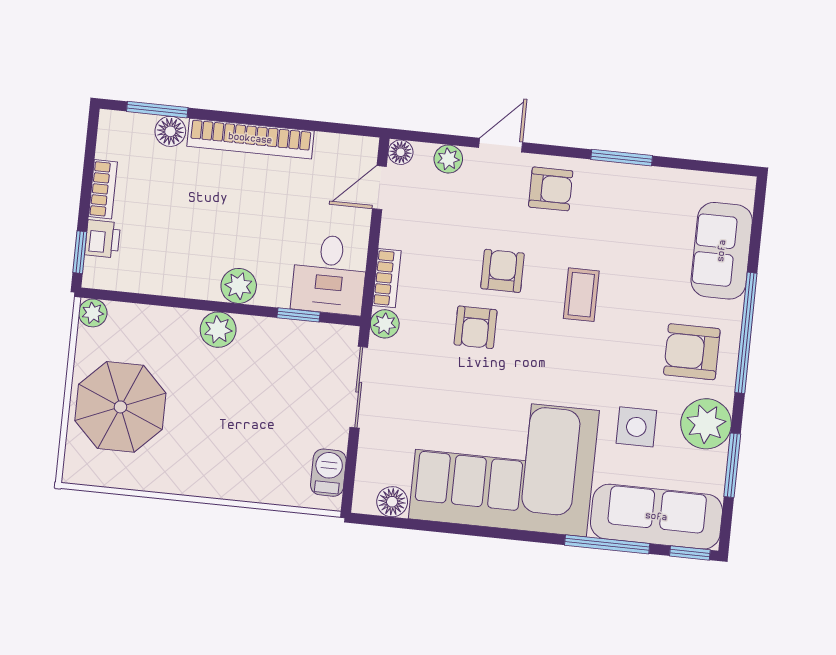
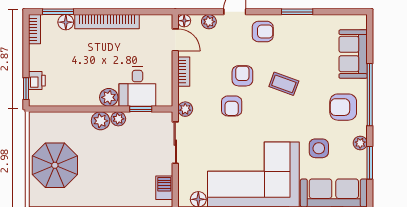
door: (379, 188) -> (175, 40), swing flipped
bookcase: (103, 189) -> (34, 29), moved
desk: (329, 274) -> (137, 87), moved
bookcase: (387, 278) -> (184, 72), moved
coffee table: (581, 295) -> (284, 84), turned -70
plant: (93, 313) -> (118, 119), moved
plant: (706, 424) -> (360, 143), width x0.53, depth x0.53

